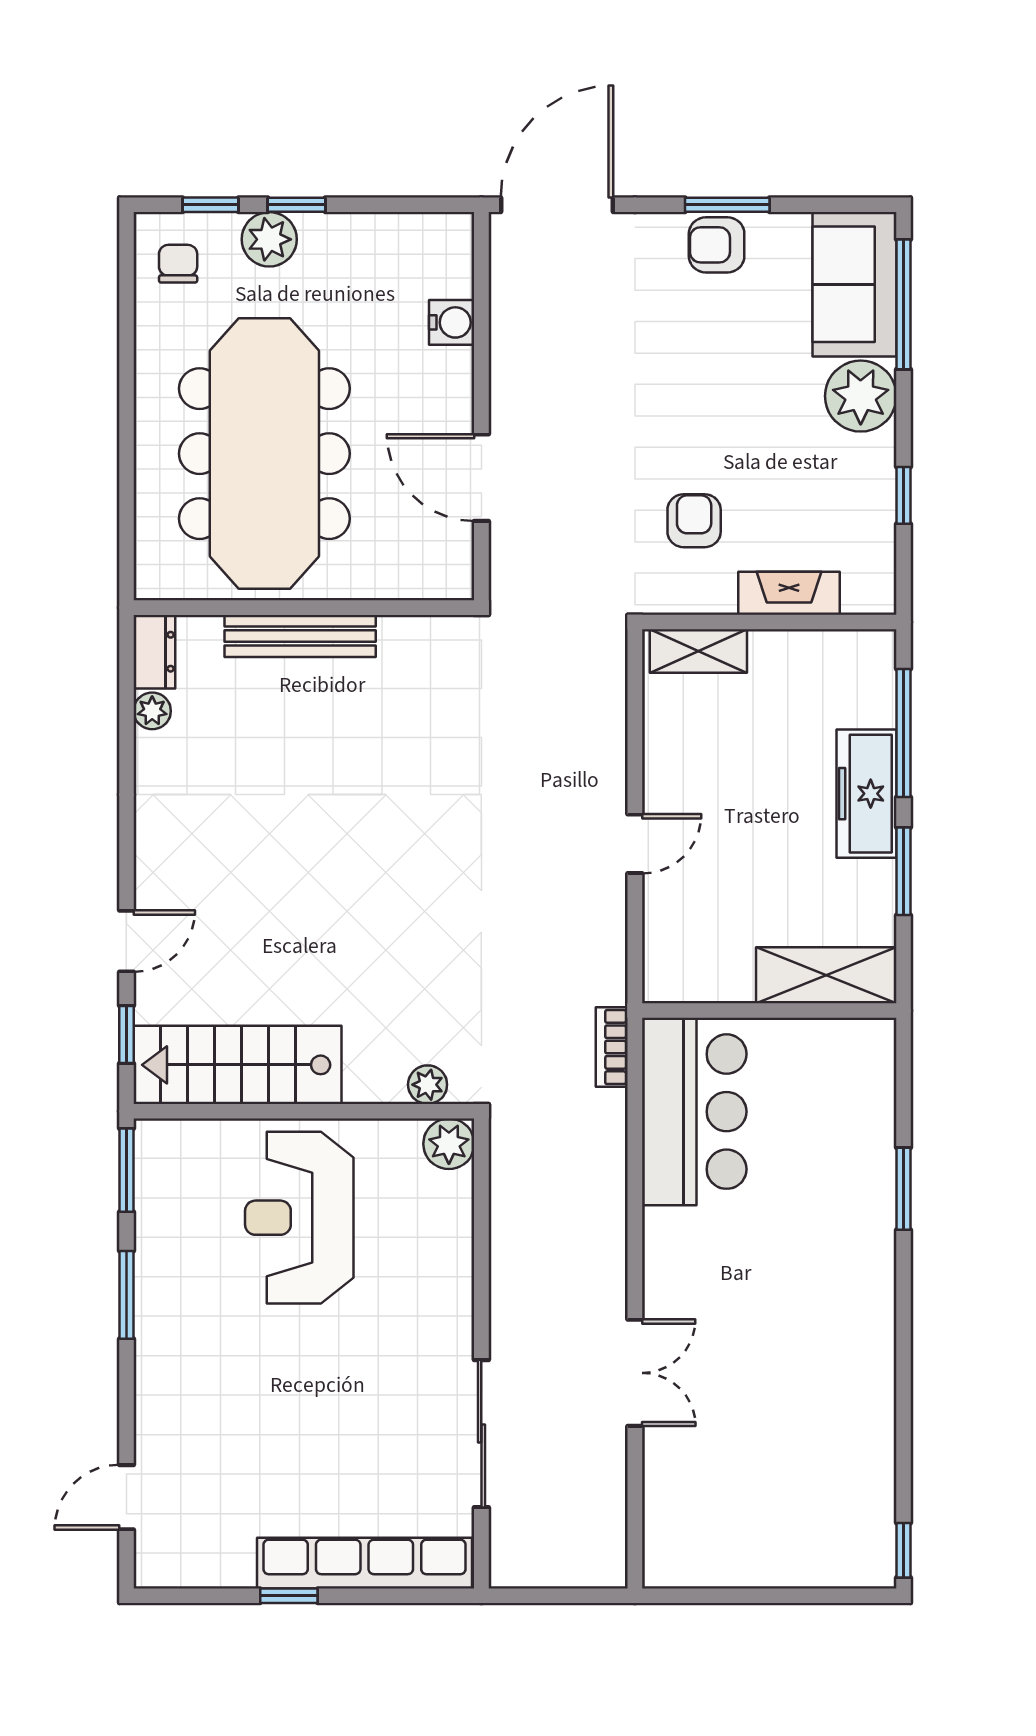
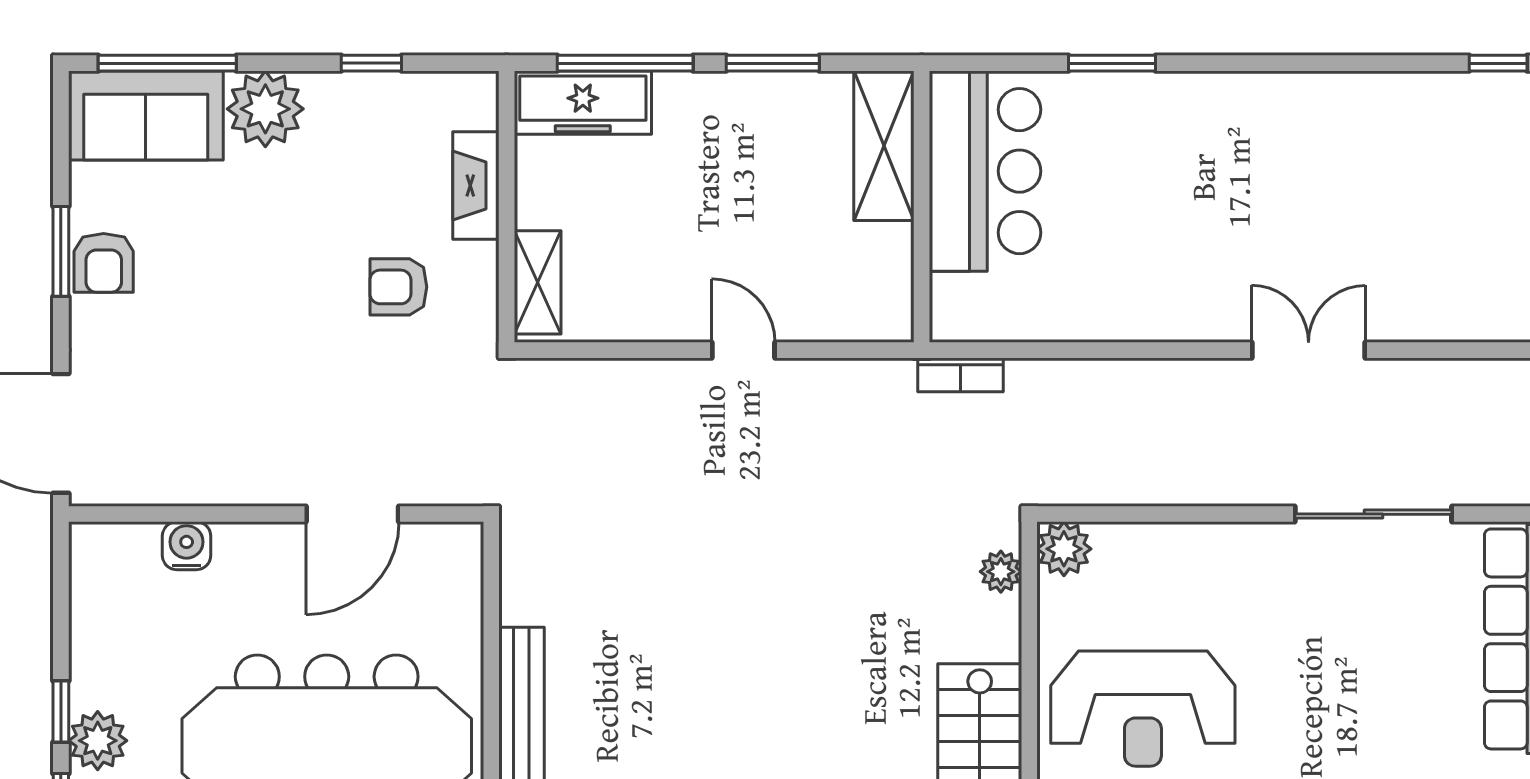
freezer: (867, 794) -> (583, 103), moved
bar counter: (694, 1112) -> (985, 171), moved, turned 90

